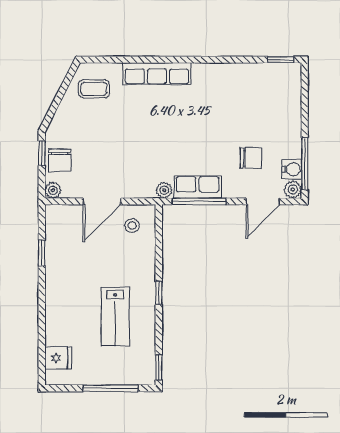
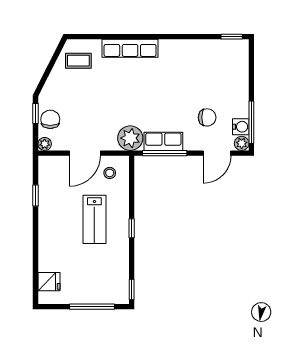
chair: (60, 160) -> (50, 119), turned 180
plant: (164, 190) -> (130, 138), width x1.88, depth x1.88
lab bench: (115, 317) -> (94, 219), moved

